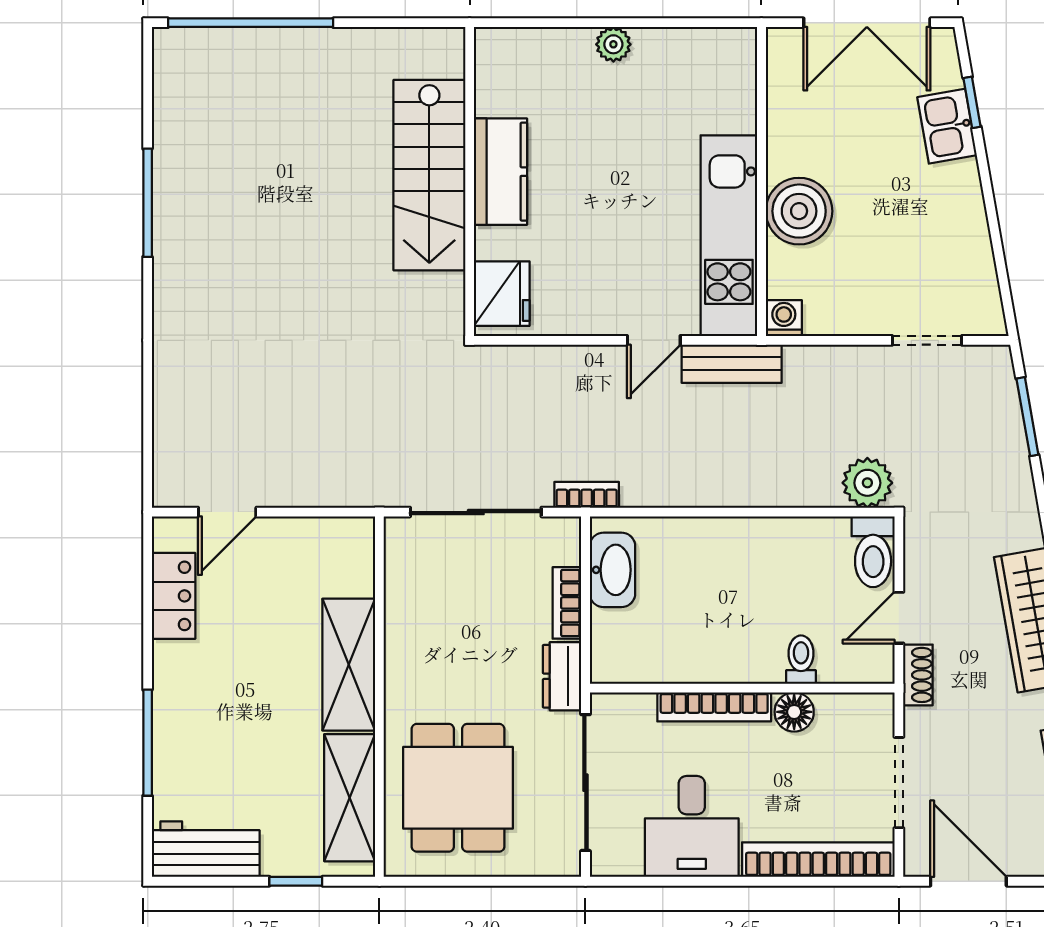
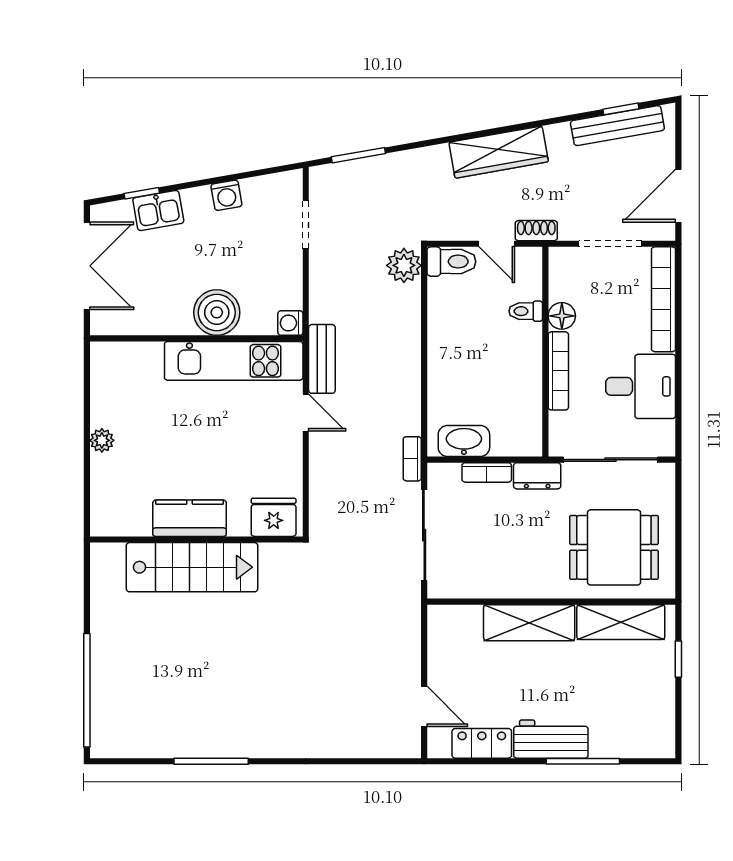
washing machine: (969, 225) -> (226, 195), added
workbench: (206, 849) -> (551, 739), moved, turned 90

